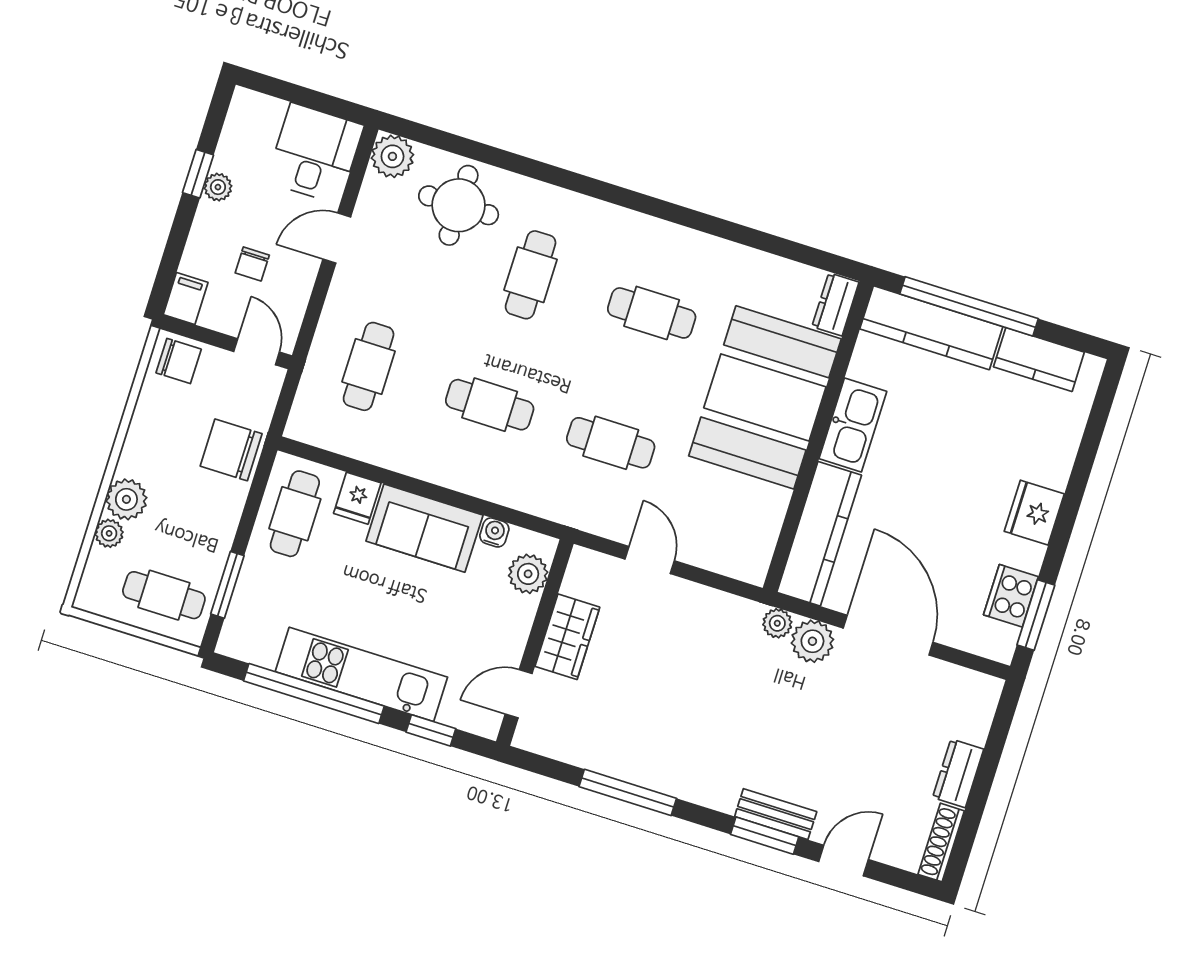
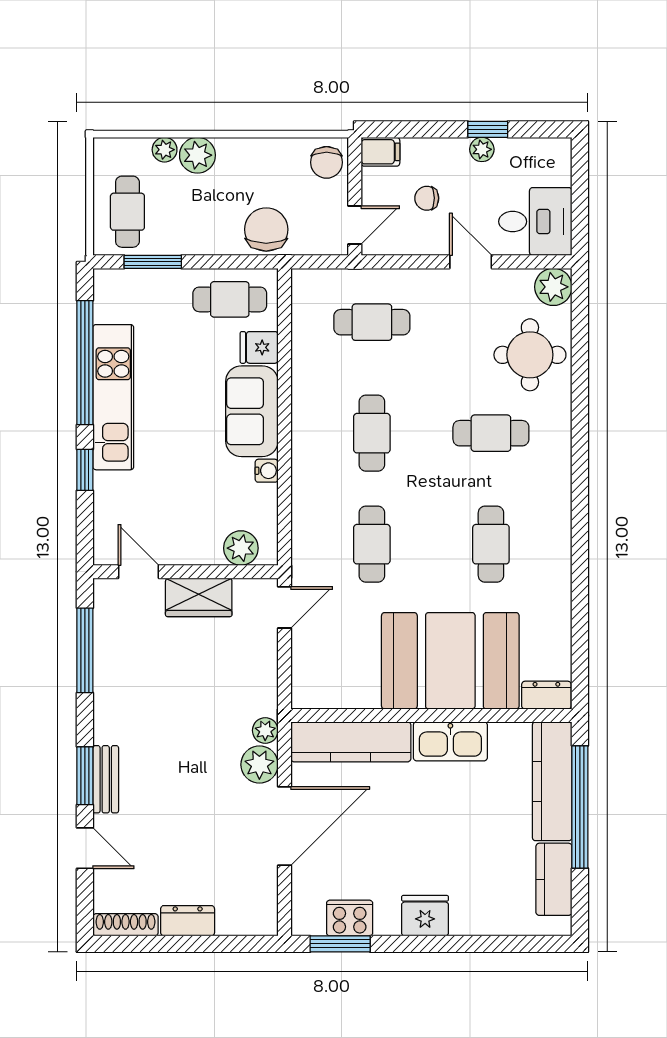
plant: (528, 574) -> (241, 548), moved
wardrobe: (567, 637) -> (199, 597), moved
wall: (535, 643) -> (185, 572), moved
door: (519, 694) -> (138, 572), moved

